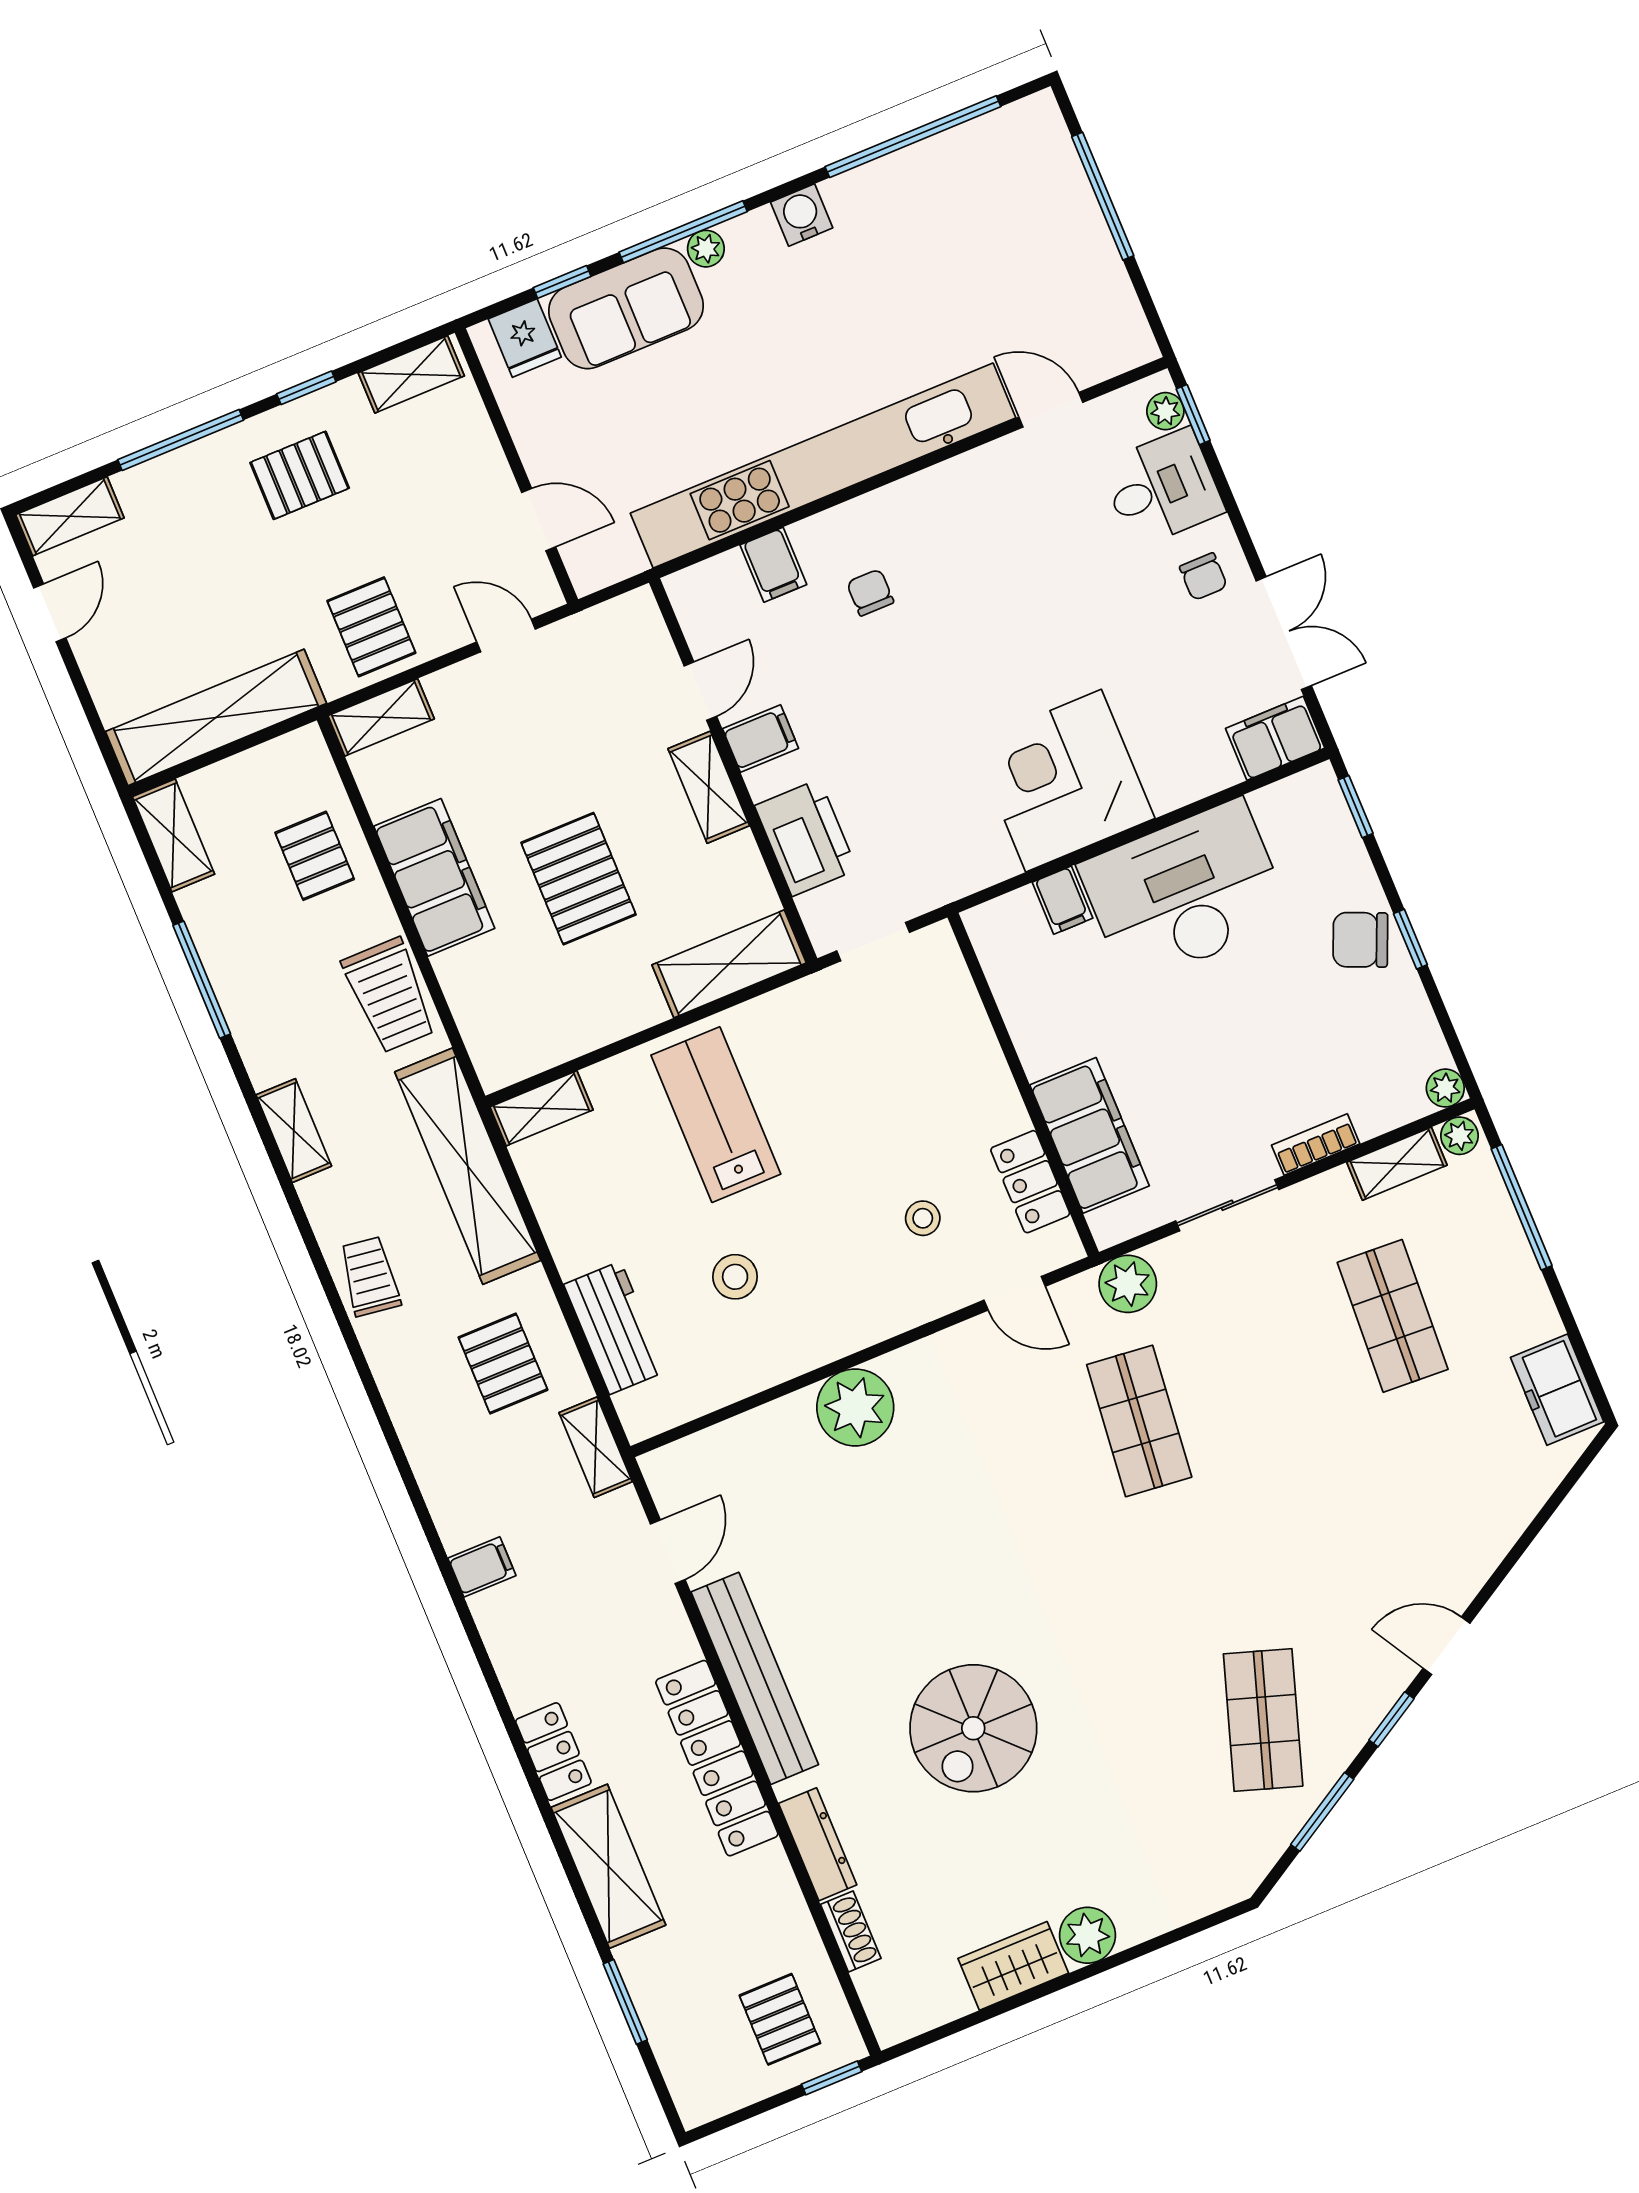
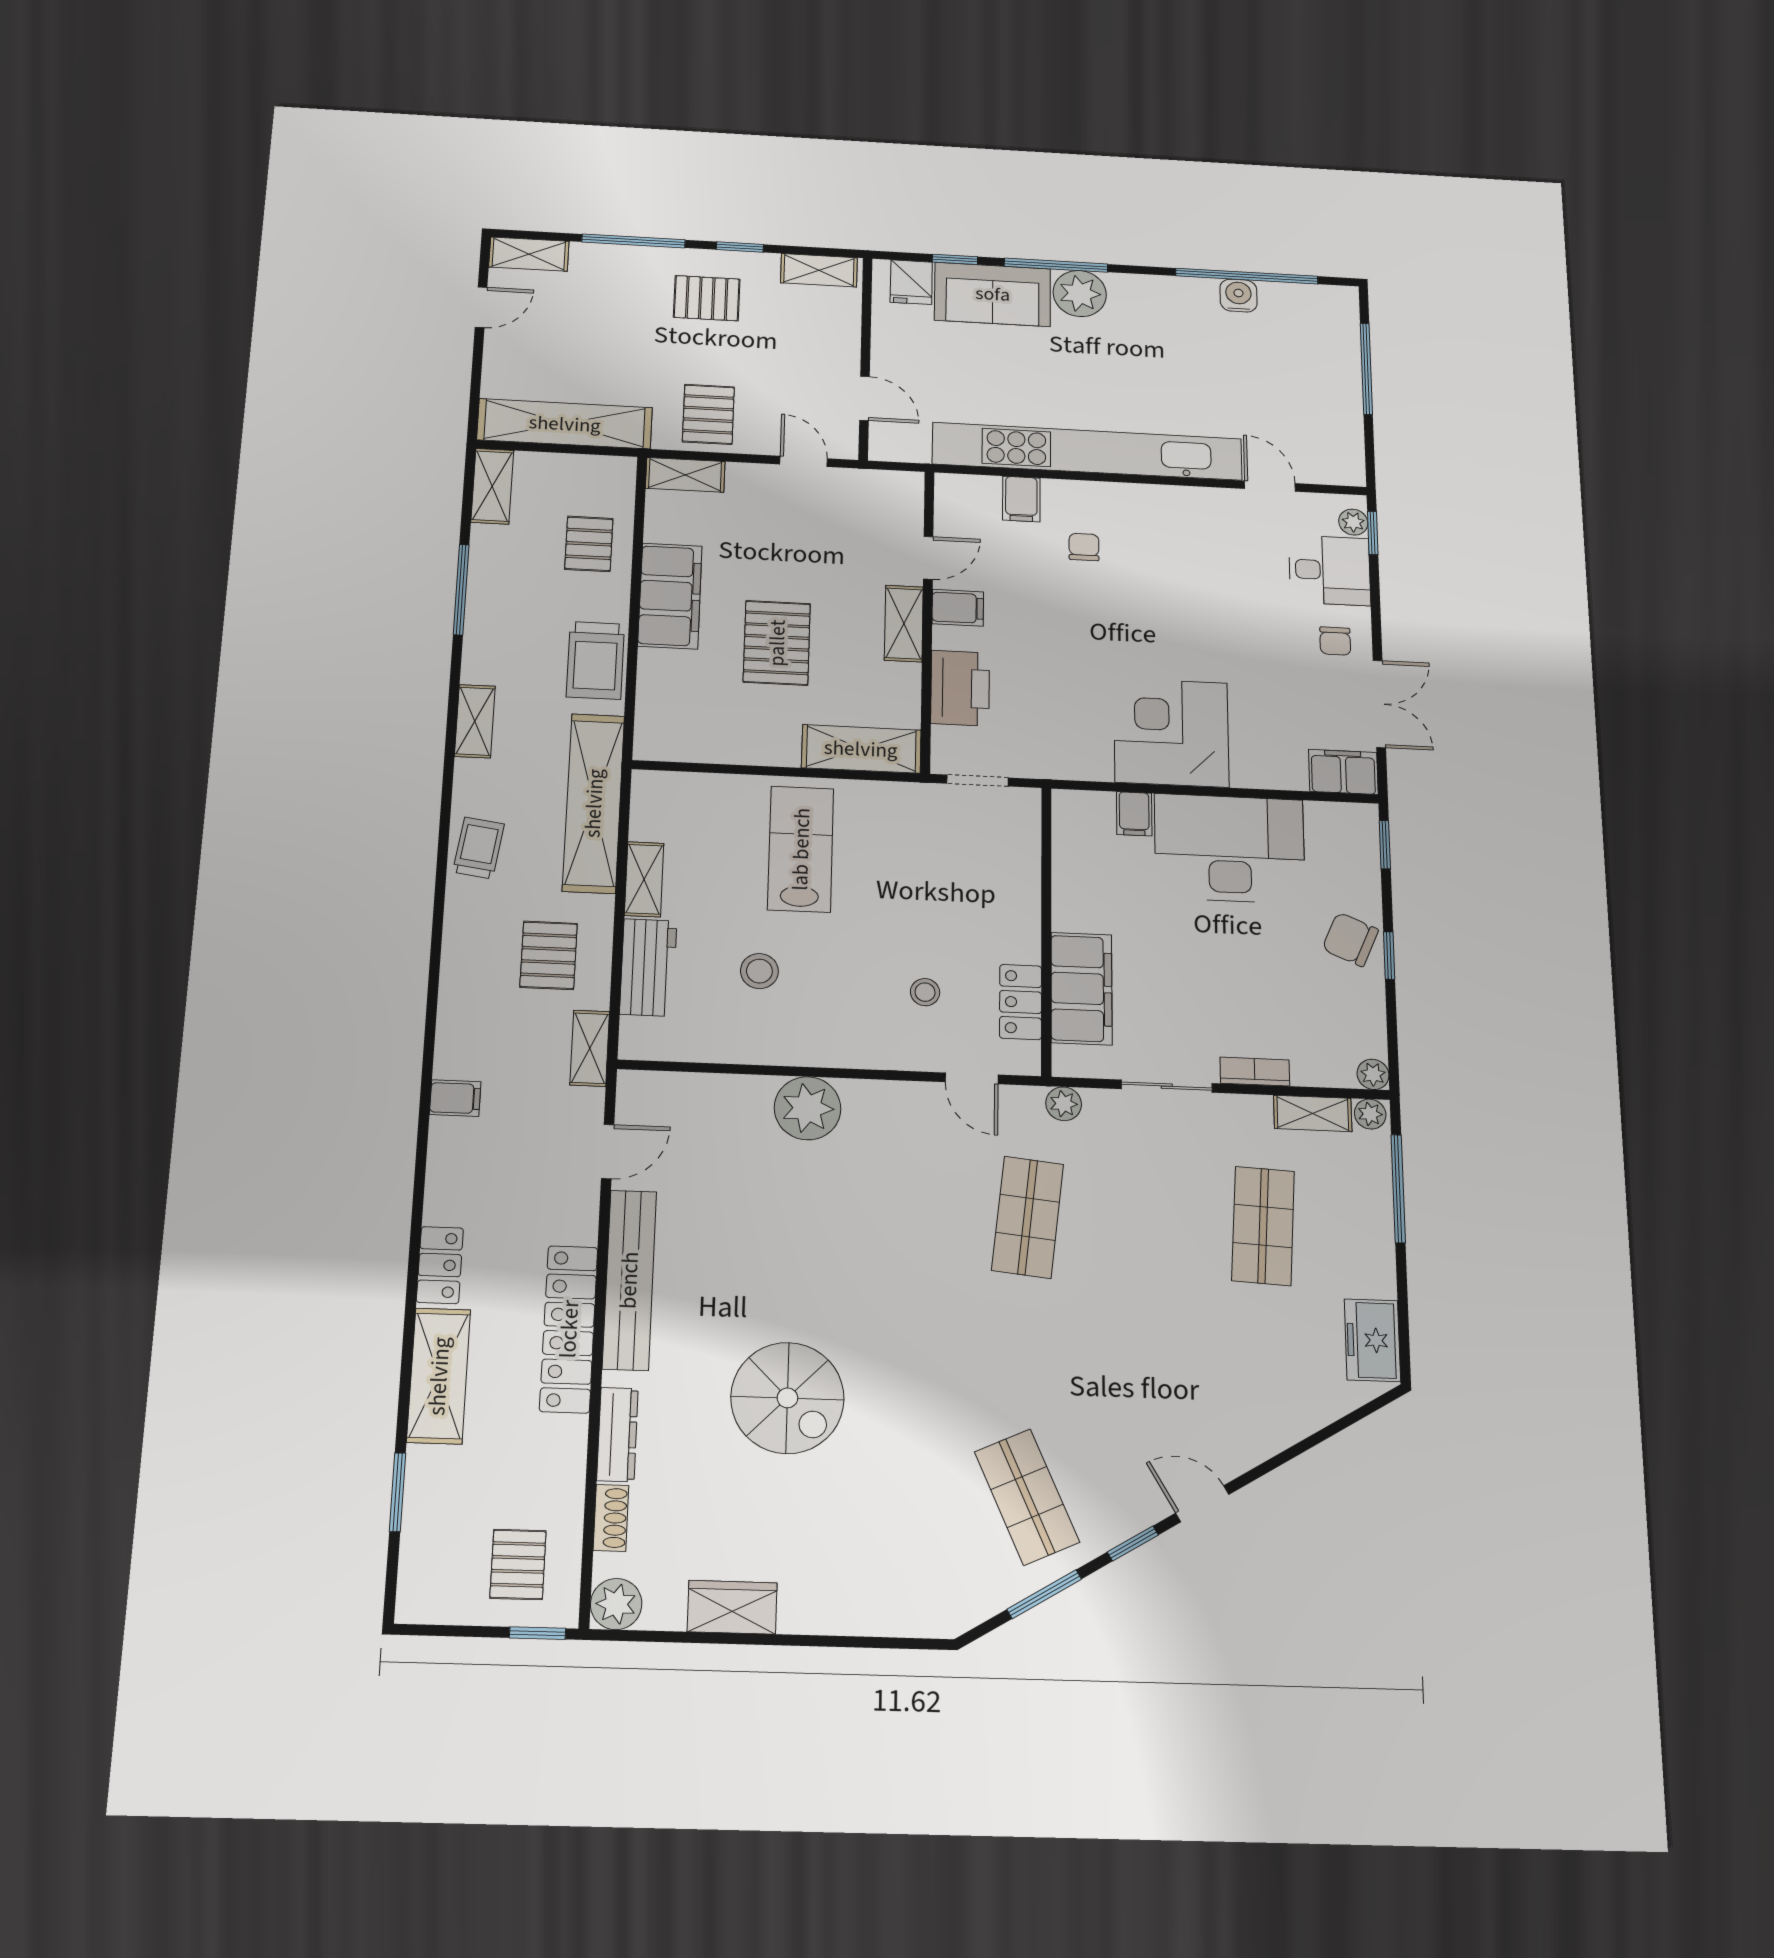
water cooler: (802, 215) -> (1238, 296), moved
plant: (706, 249) -> (1080, 294), width x1.88, depth x1.88
shelving: (542, 1108) -> (644, 879), moved, turned 90
plant: (1128, 1284) -> (1064, 1104), width x0.73, depth x0.73
shop shelf: (1263, 1720) -> (1027, 1497), turned -42
spiral stairs: (973, 1728) -> (787, 1398), turned -90
plant: (1087, 1935) -> (616, 1604), moved

